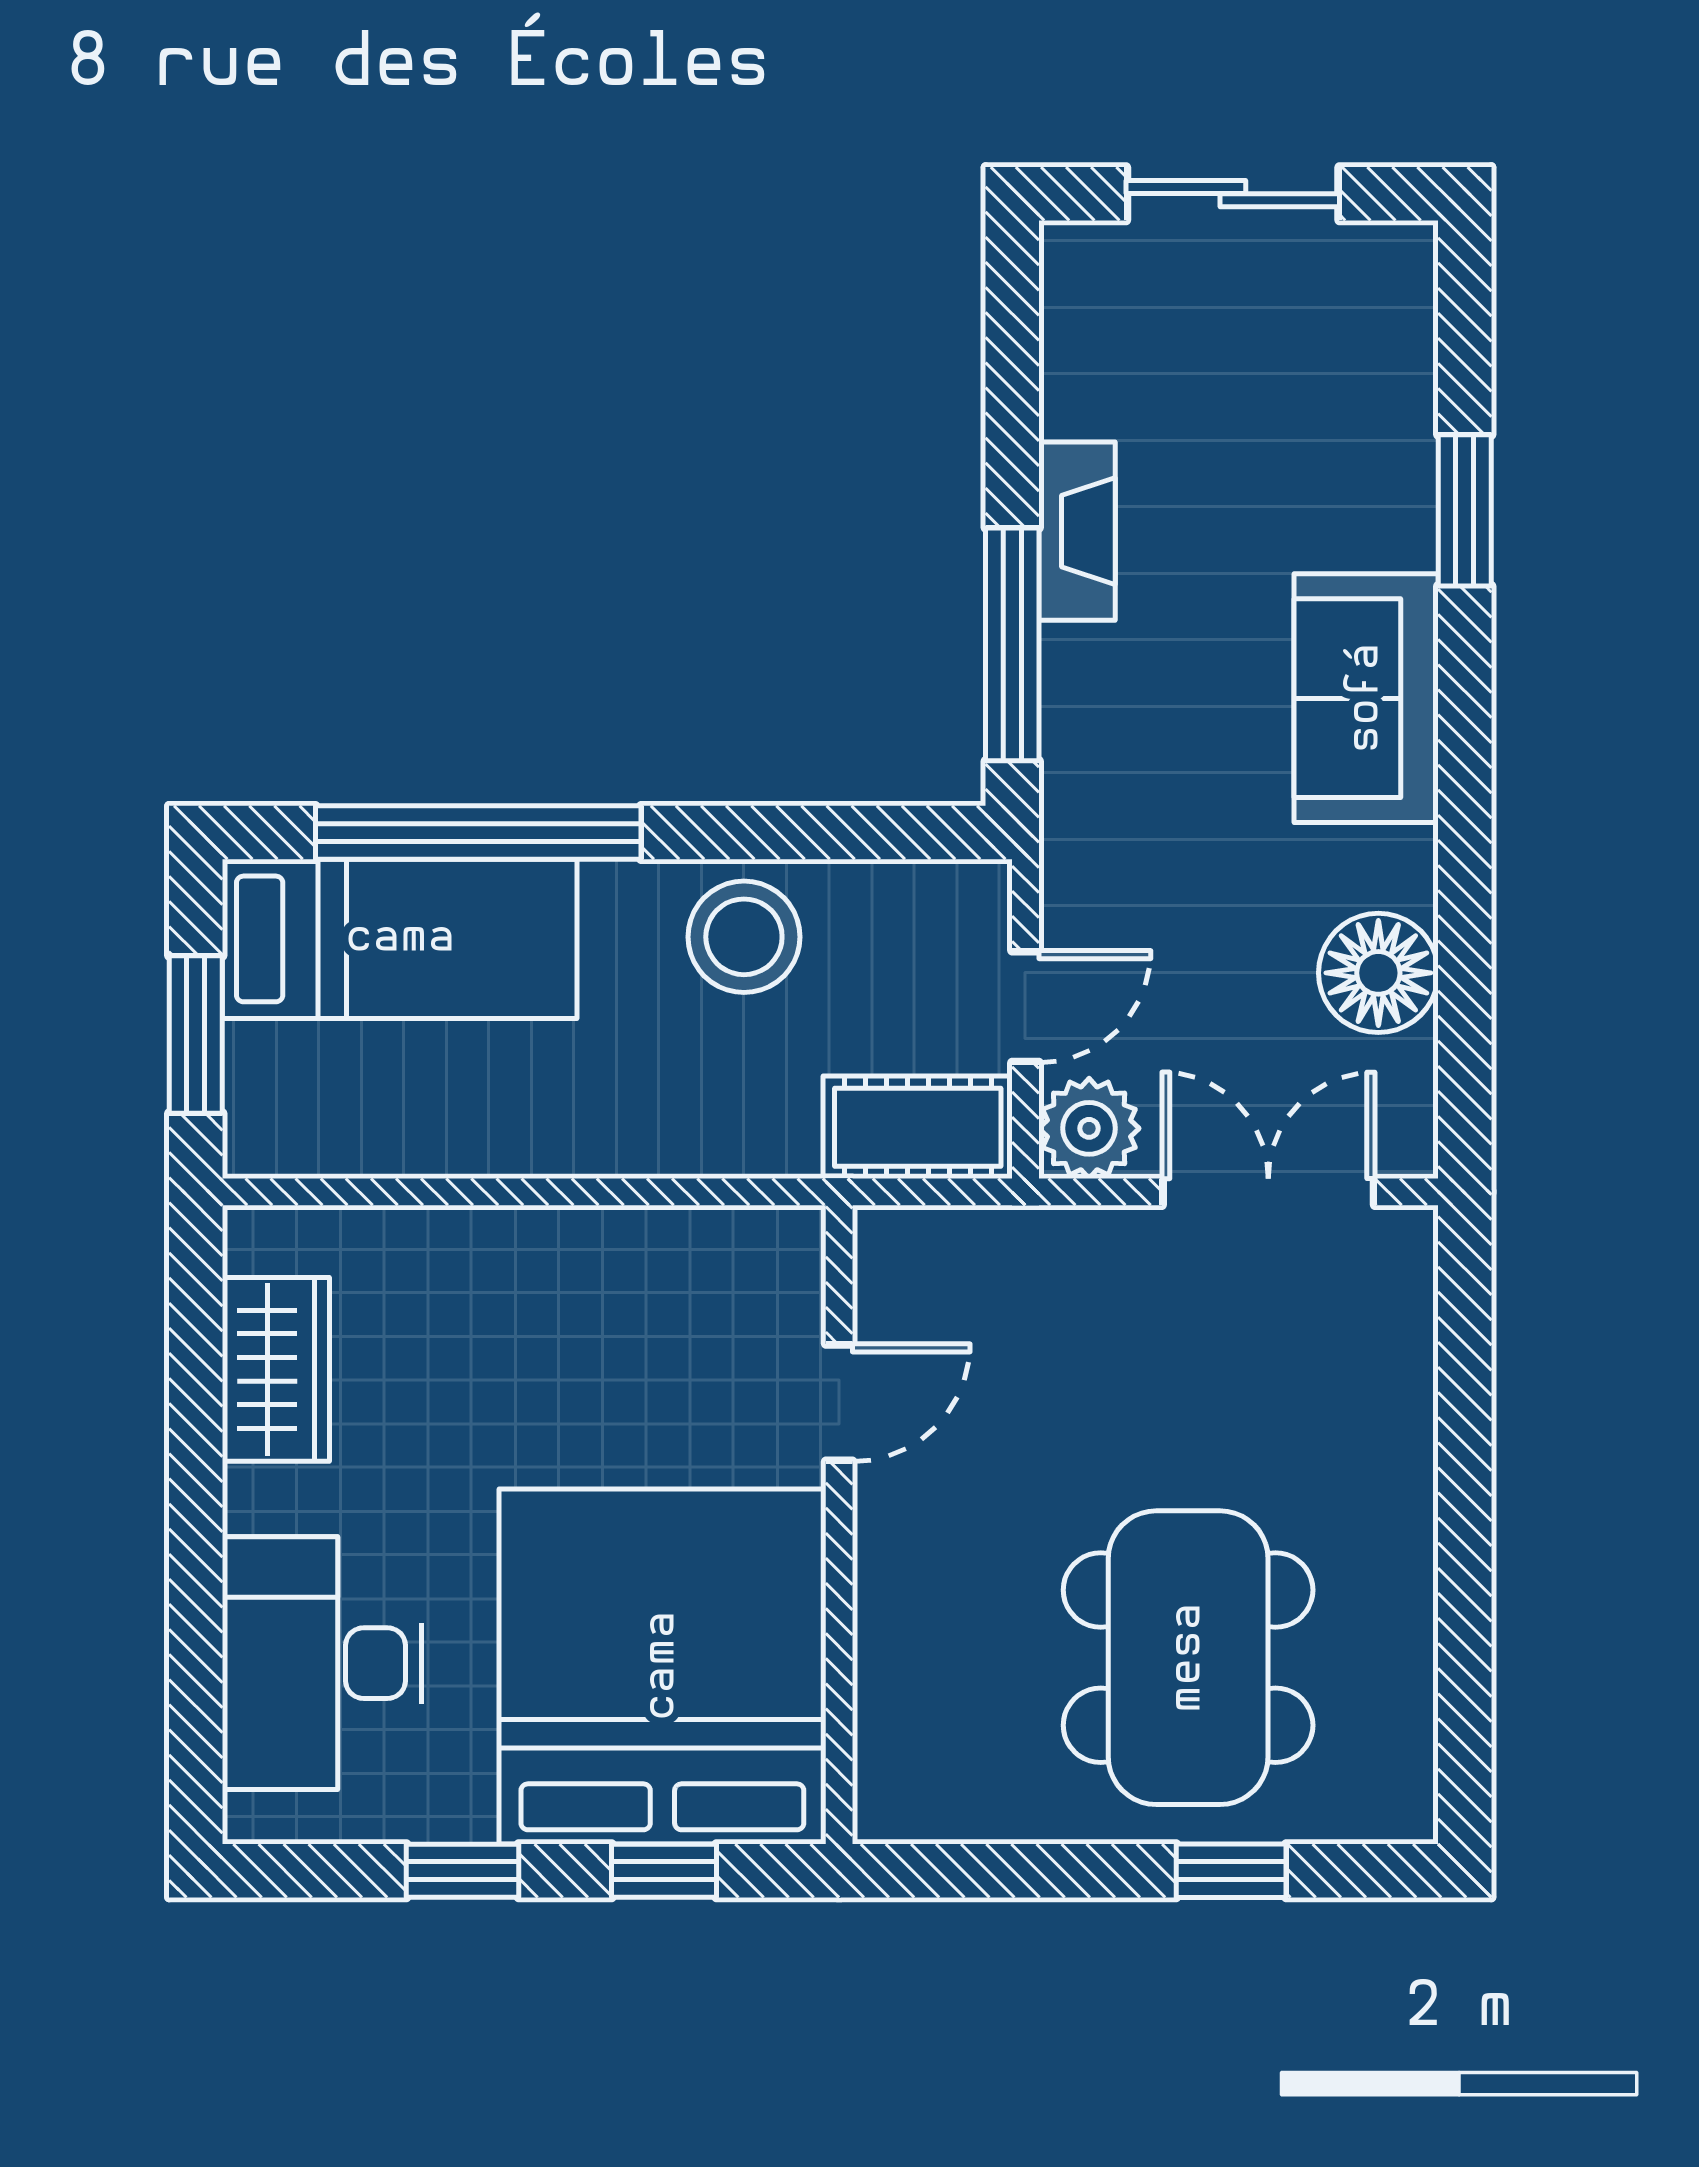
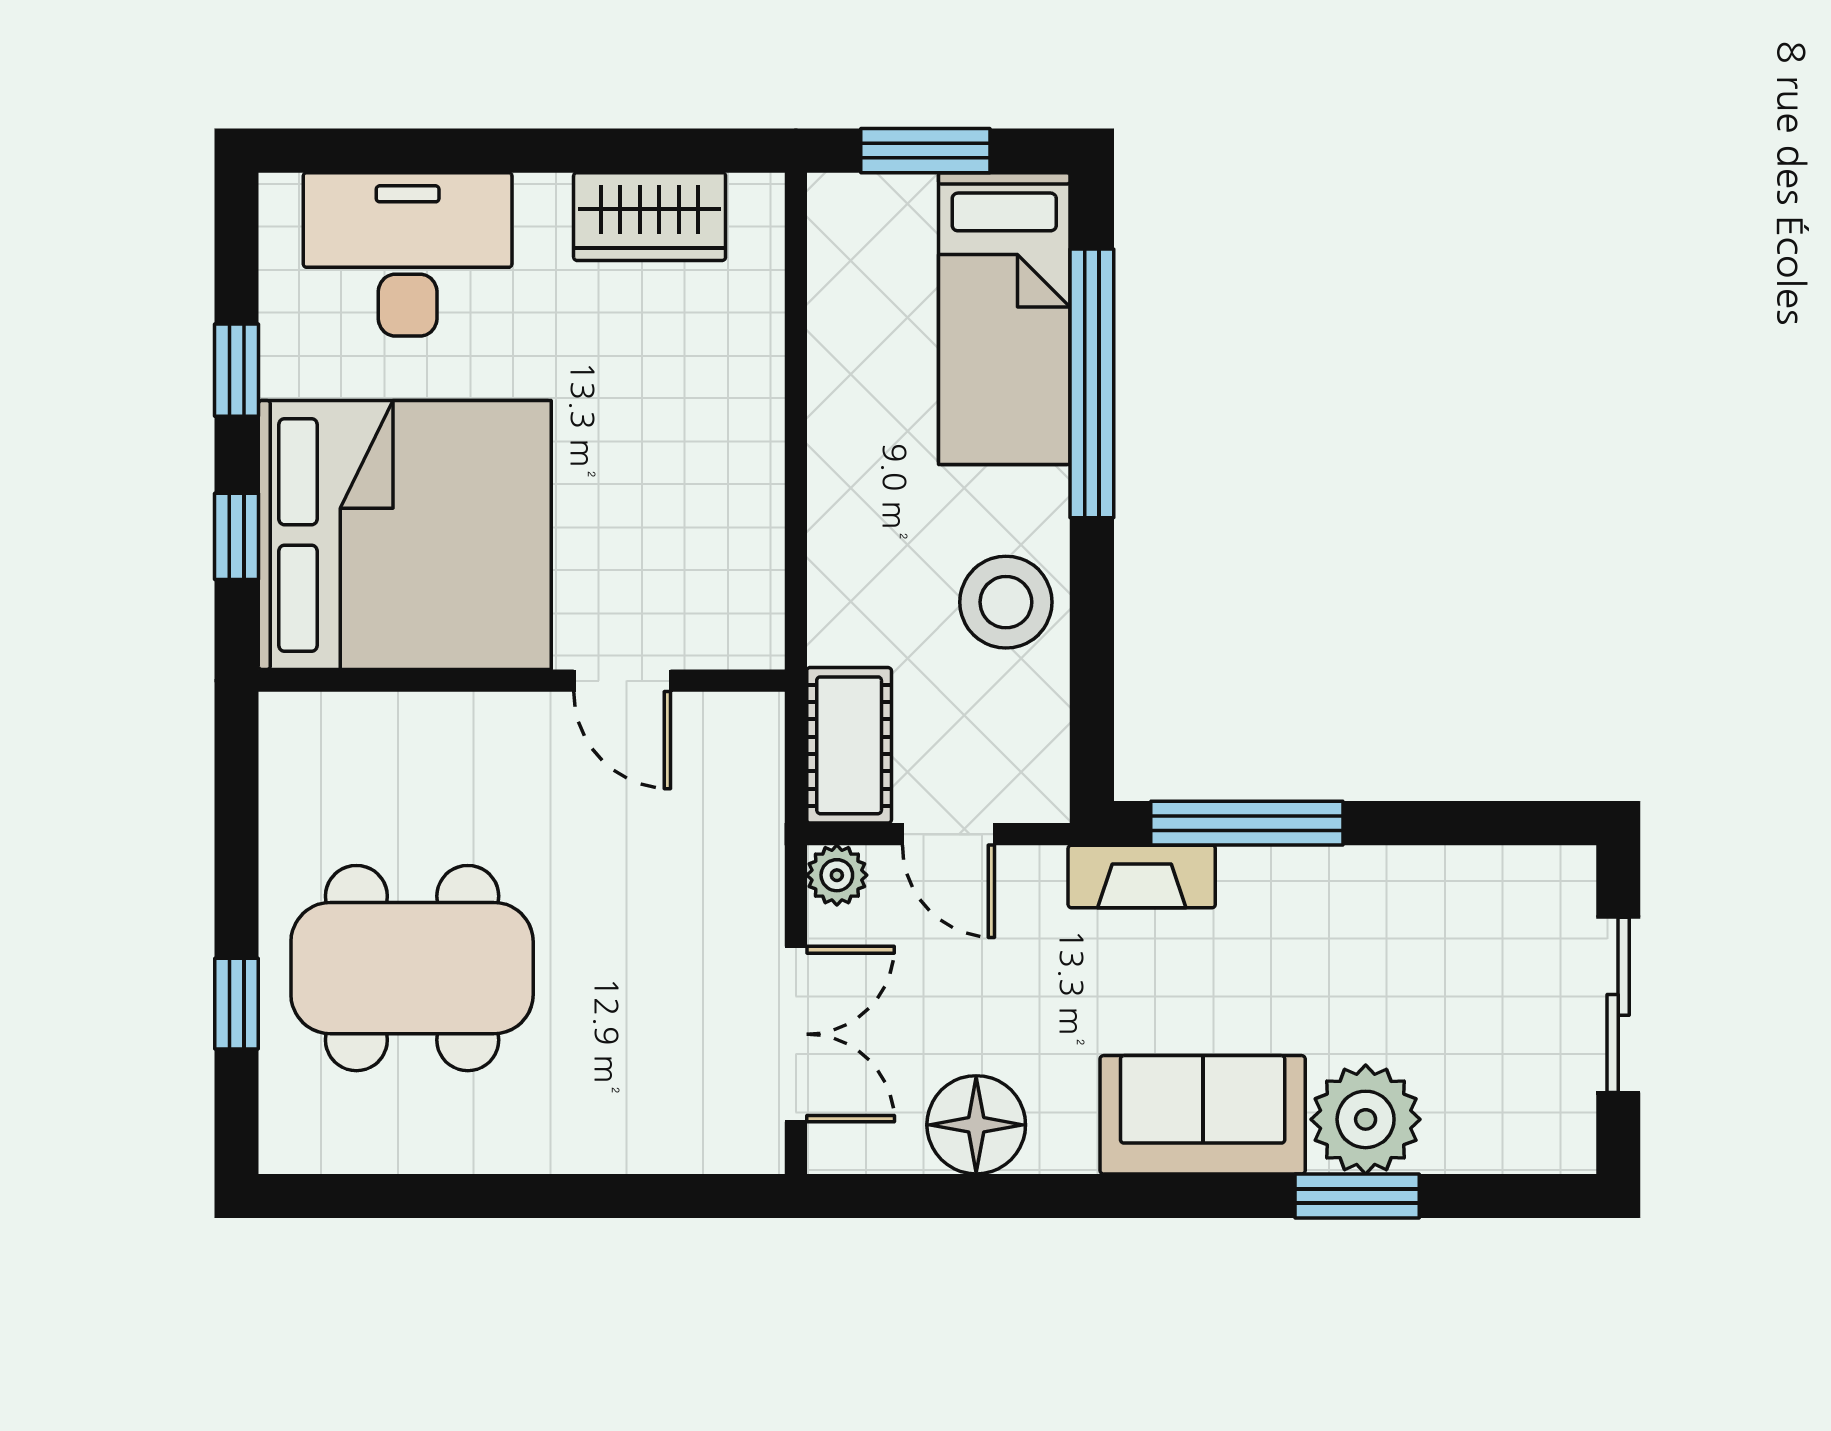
plant: (1372, 500) -> (1366, 1119), added
fireplace: (1077, 531) -> (1142, 876), moved
plant: (1089, 1128) -> (837, 875), width x0.73, depth x0.73

